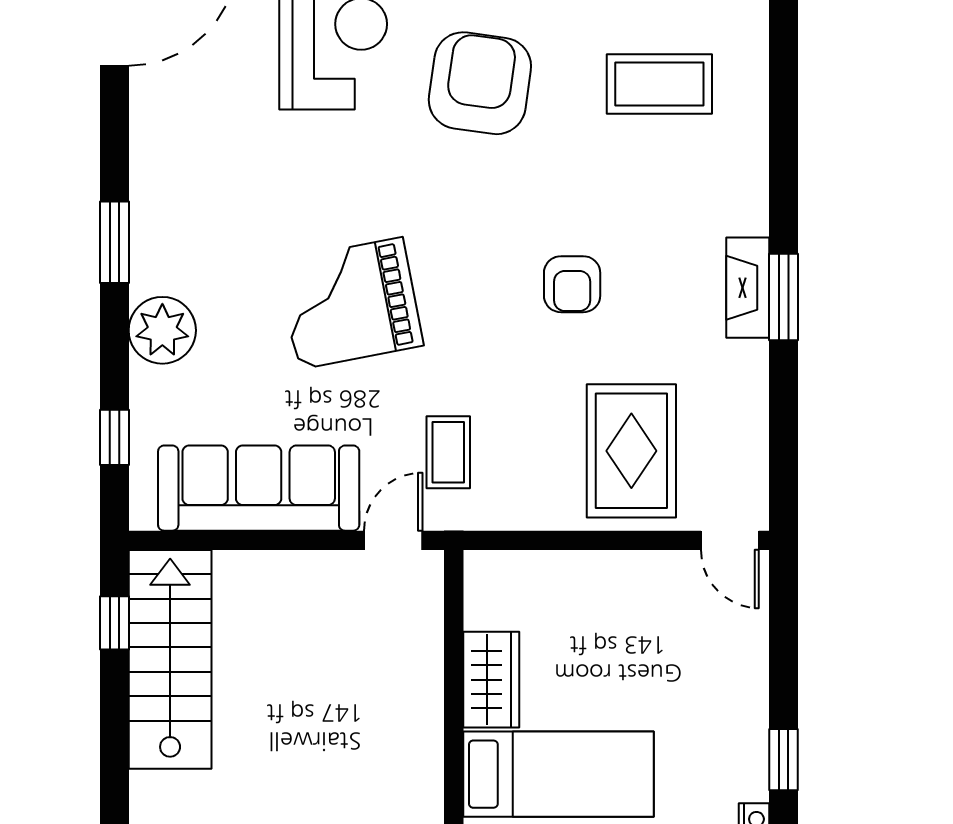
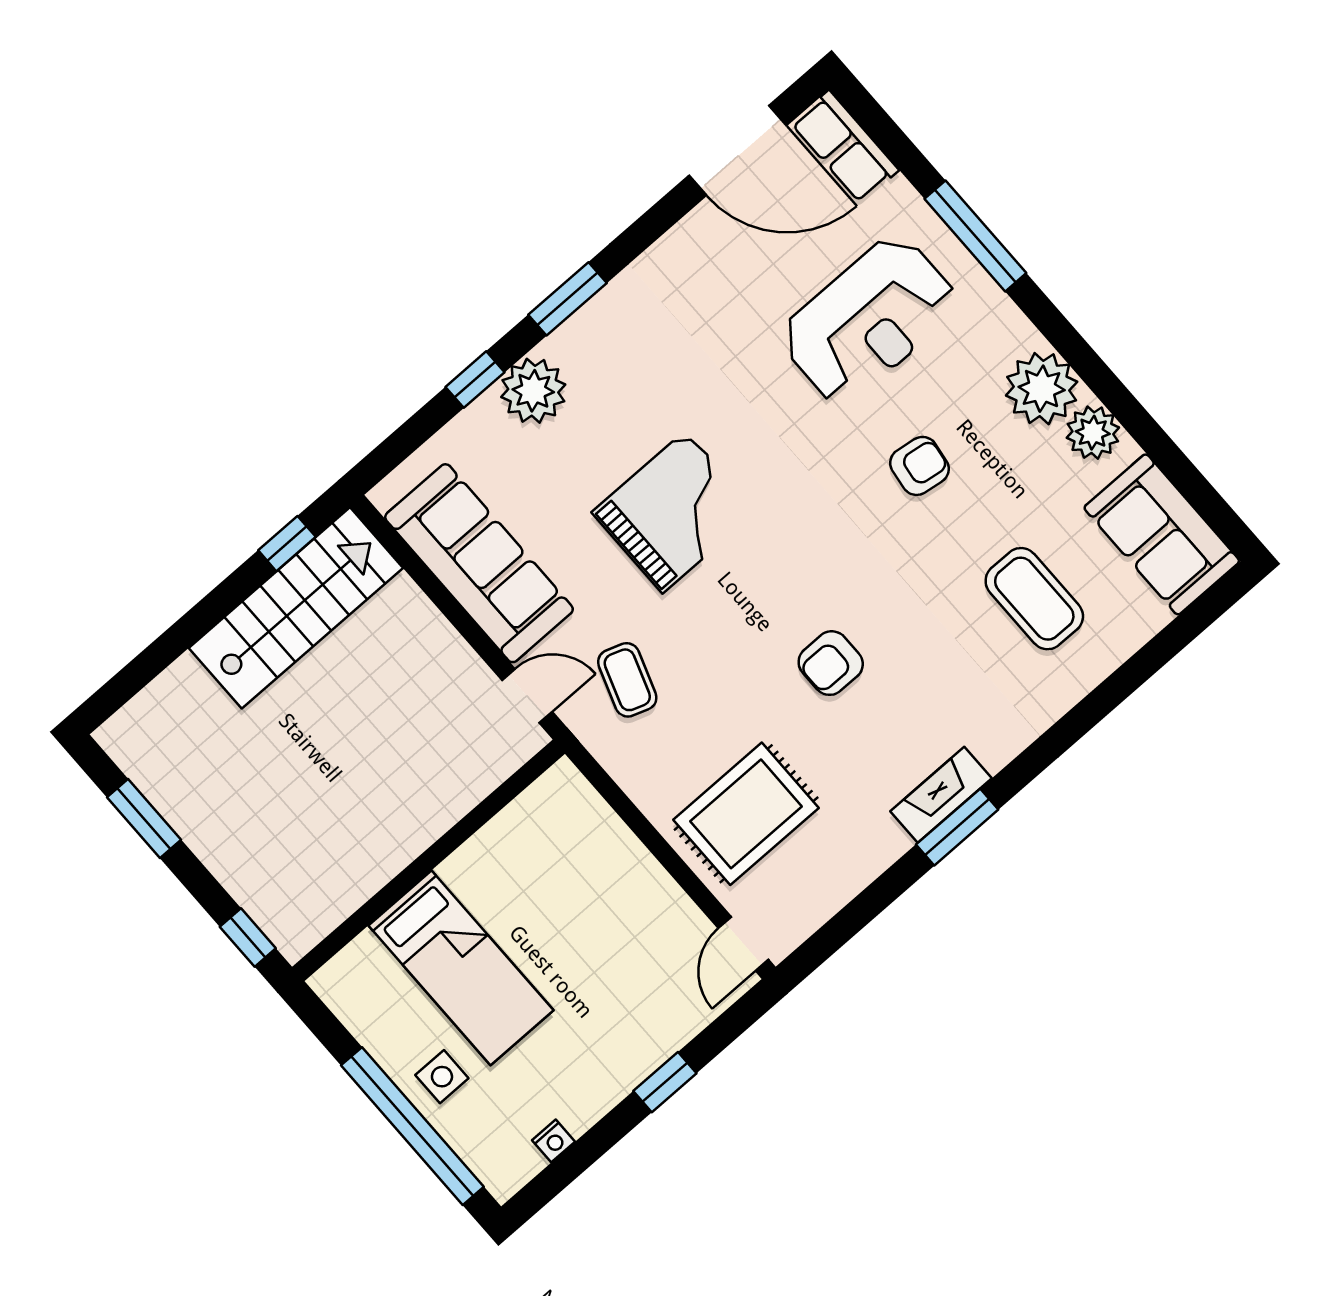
armchair: (480, 83) -> (920, 466), width x0.53, depth x0.53
grand piano: (350, 303) -> (674, 512), turned 101
window: (114, 437) -> (475, 380), moved
coffee table: (448, 452) -> (627, 680), turned -71
wardrobe: (491, 680) -> (487, 858), removed
window: (784, 760) -> (665, 1082), moved

